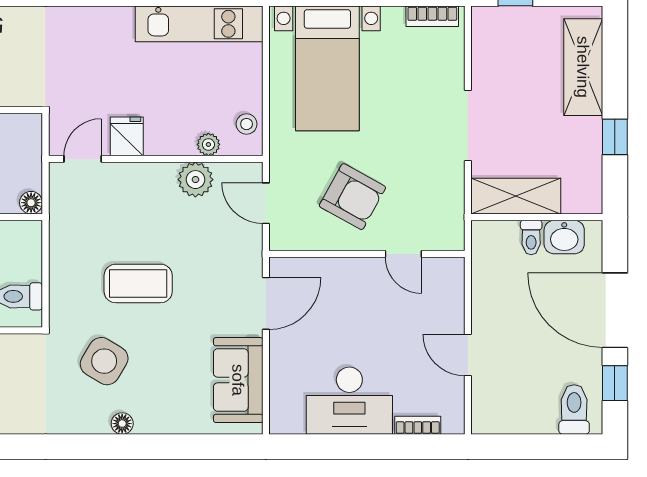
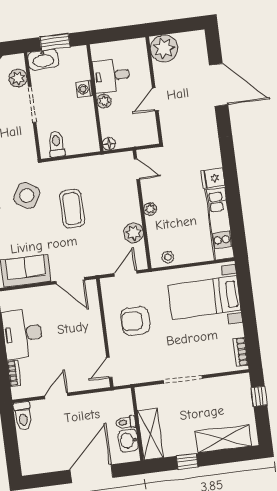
fridge: (127, 136) -> (213, 178), moved, turned 180
plant: (208, 144) -> (150, 209), moved
shelving: (516, 196) -> (150, 434), moved
armchair: (352, 197) -> (135, 321), turned 61
door: (403, 254) -> (109, 368), moved
window: (615, 383) -> (51, 479), removed
toilet: (574, 409) -> (23, 416), moved, turned 90

